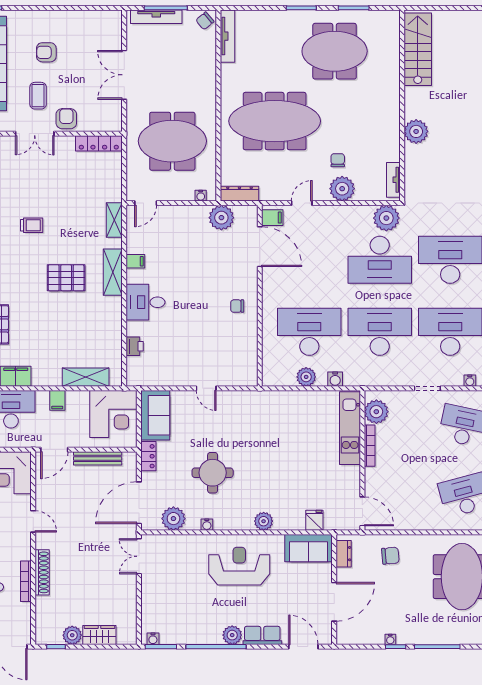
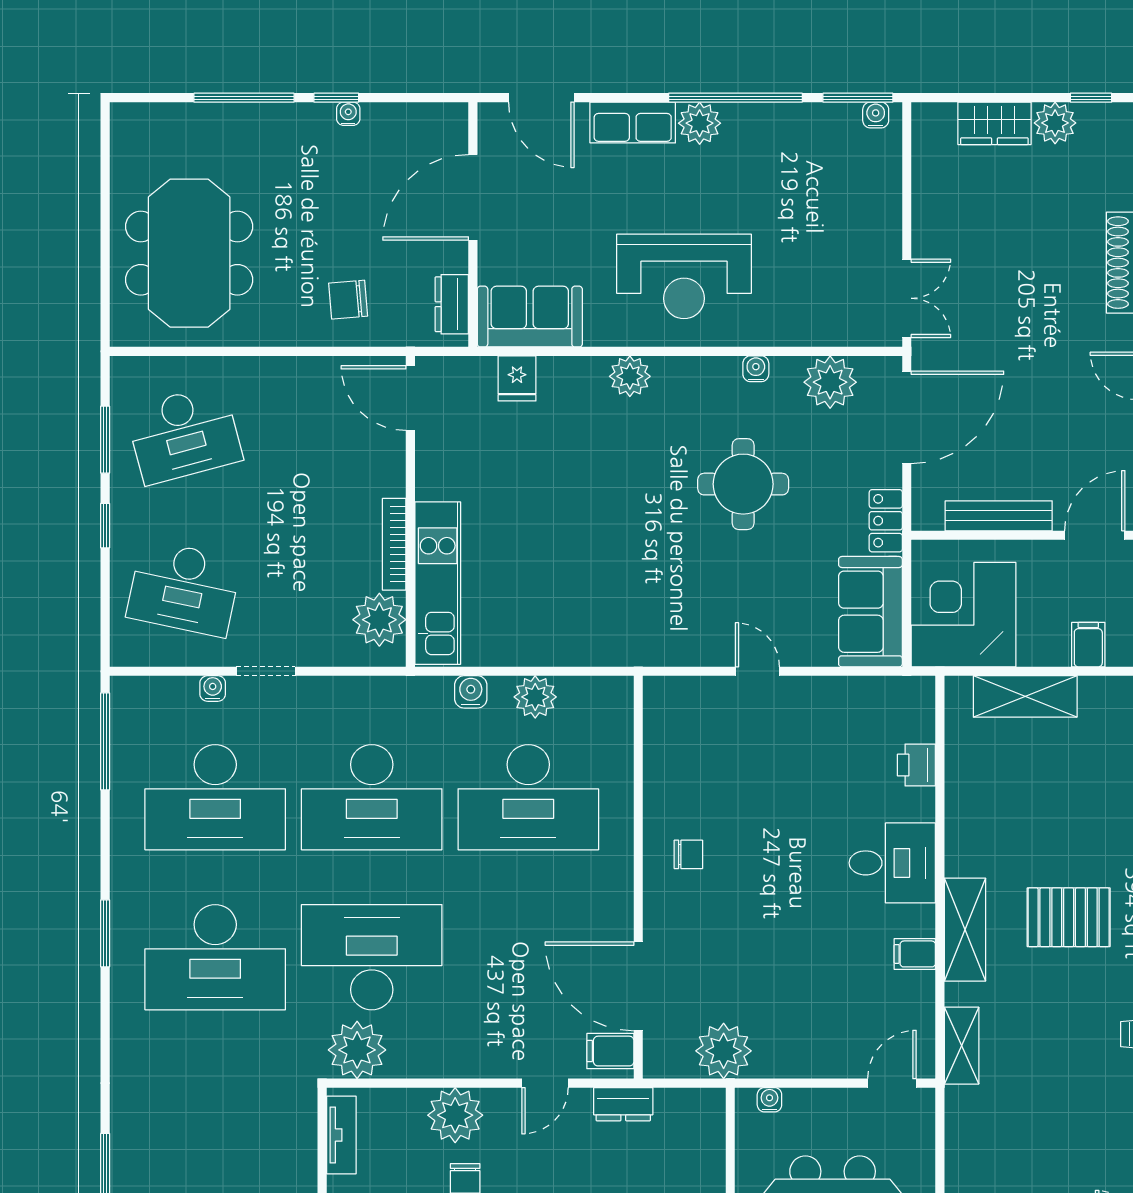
dresser: (239, 194) -> (623, 1104), moved, width x0.70
water cooler: (470, 381) -> (213, 688), moved

